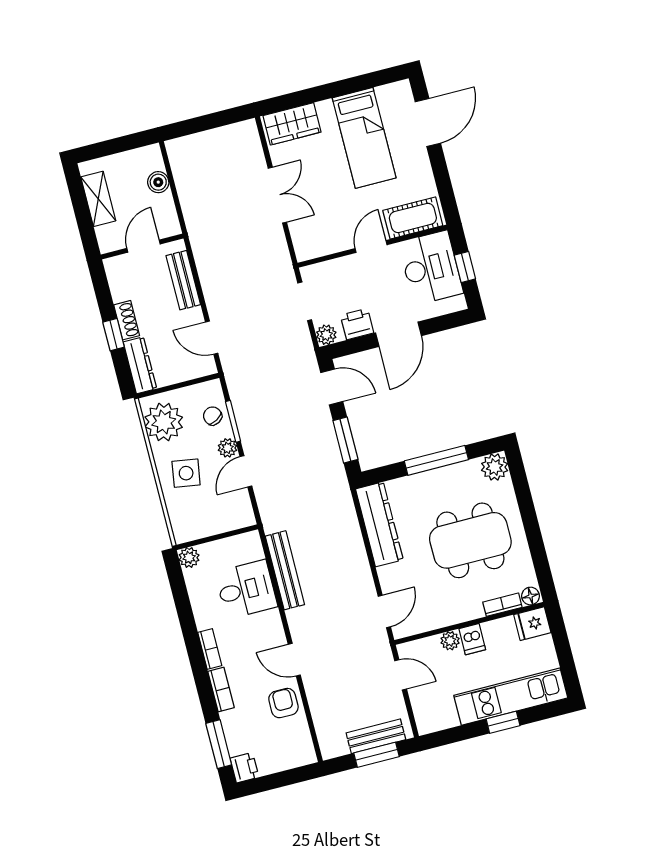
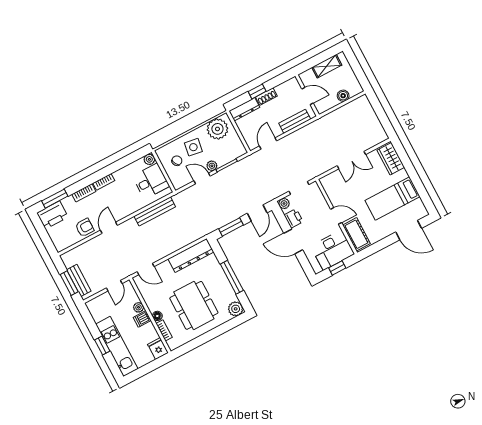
chair: (213, 416) -> (177, 161), moved
desk: (246, 589) -> (151, 181), moved, turned -90
floor lamp: (530, 596) -> (157, 316), moved
printer: (244, 768) -> (52, 215), width x1.87, depth x1.48

